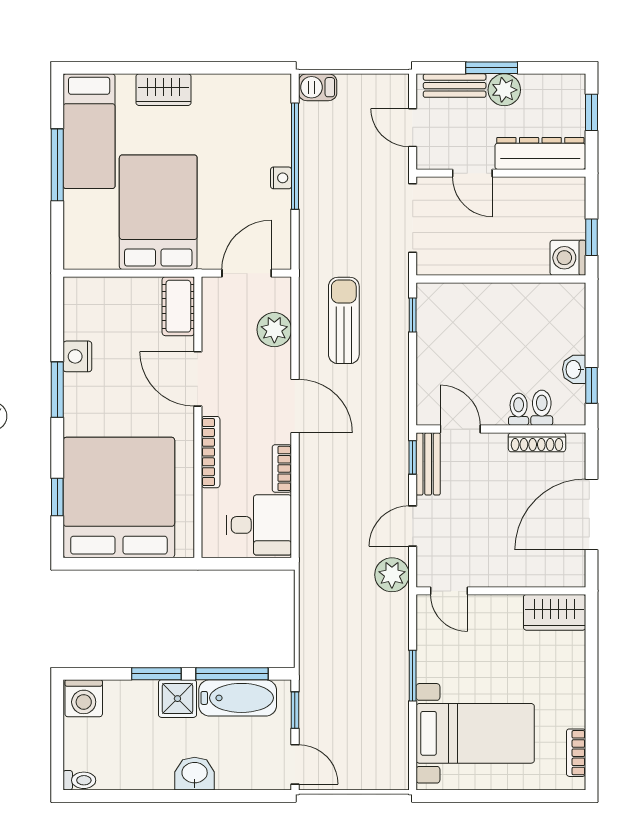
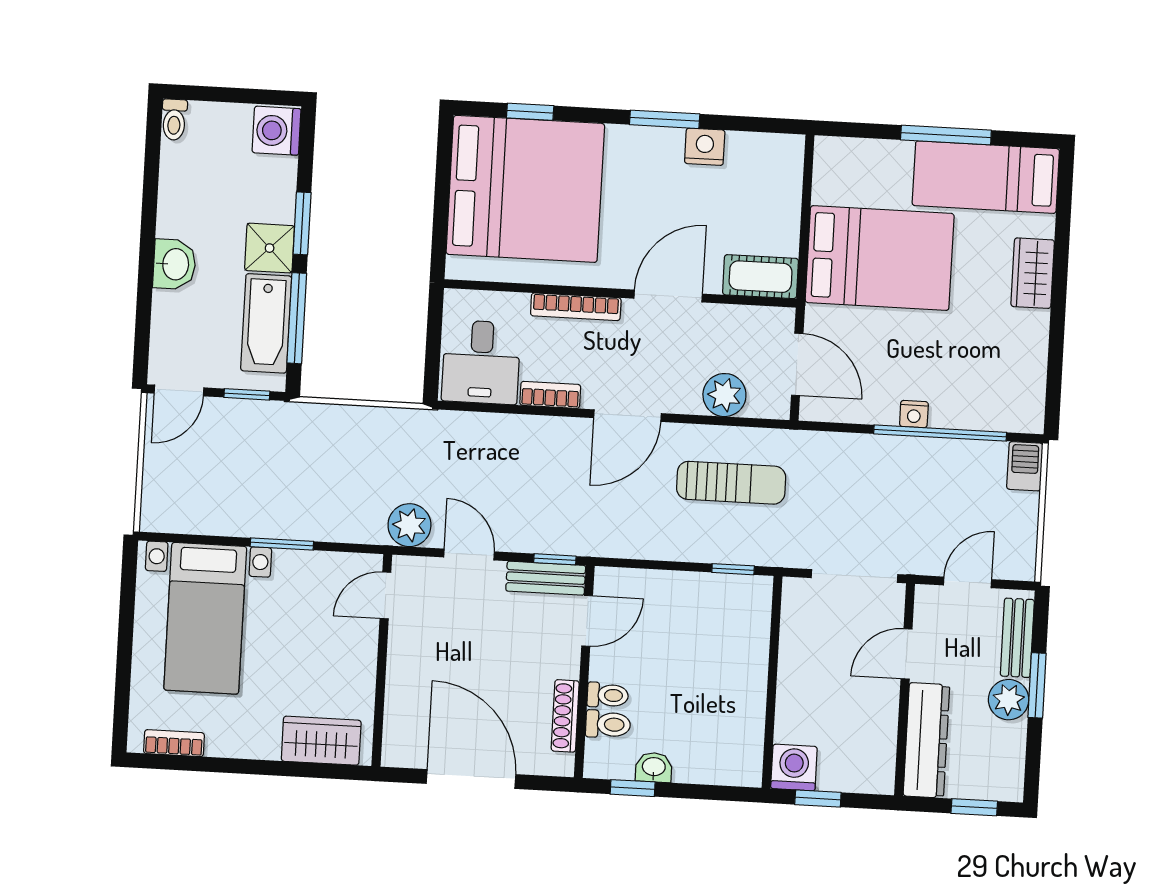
wardrobe: (555, 612) -> (321, 741), moved, turned 90

